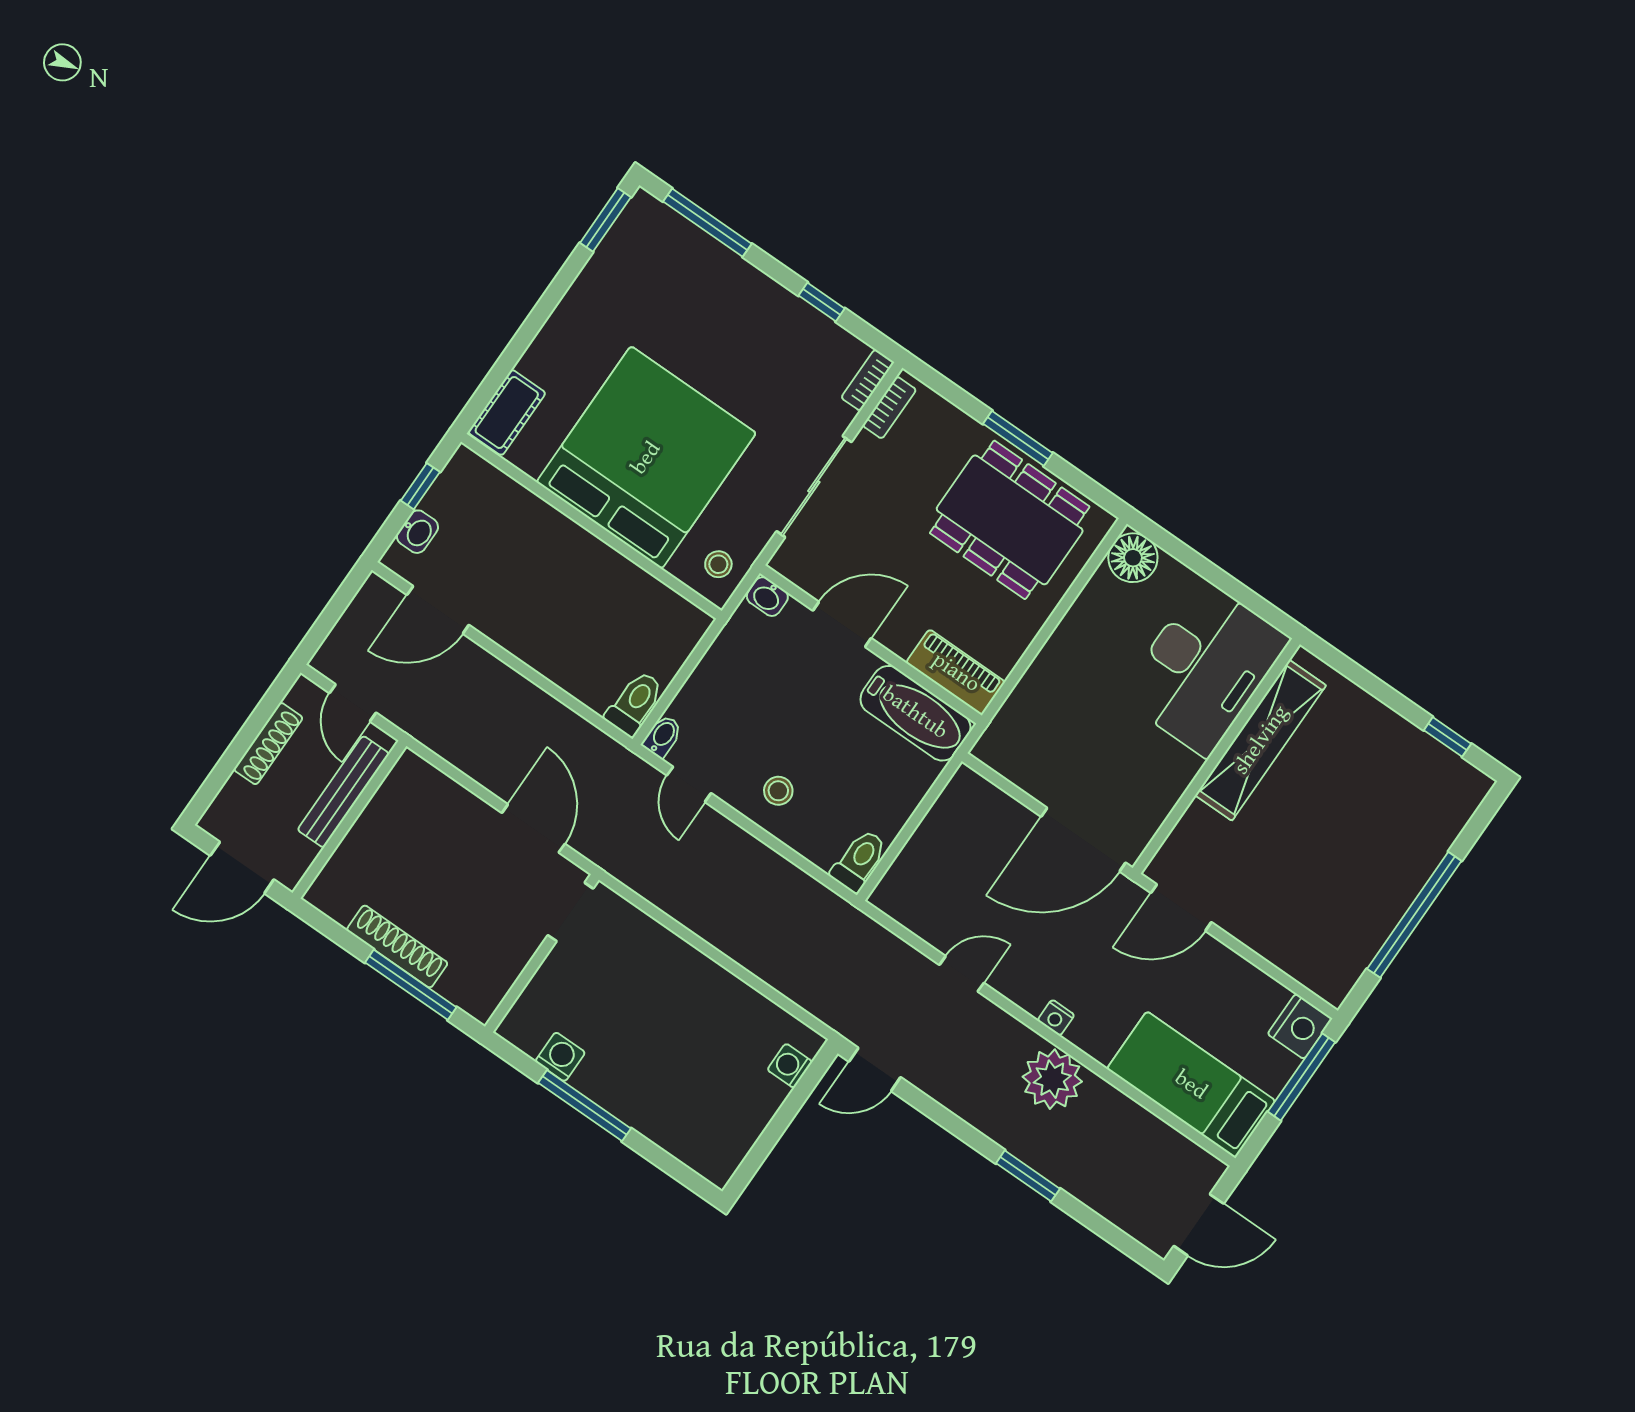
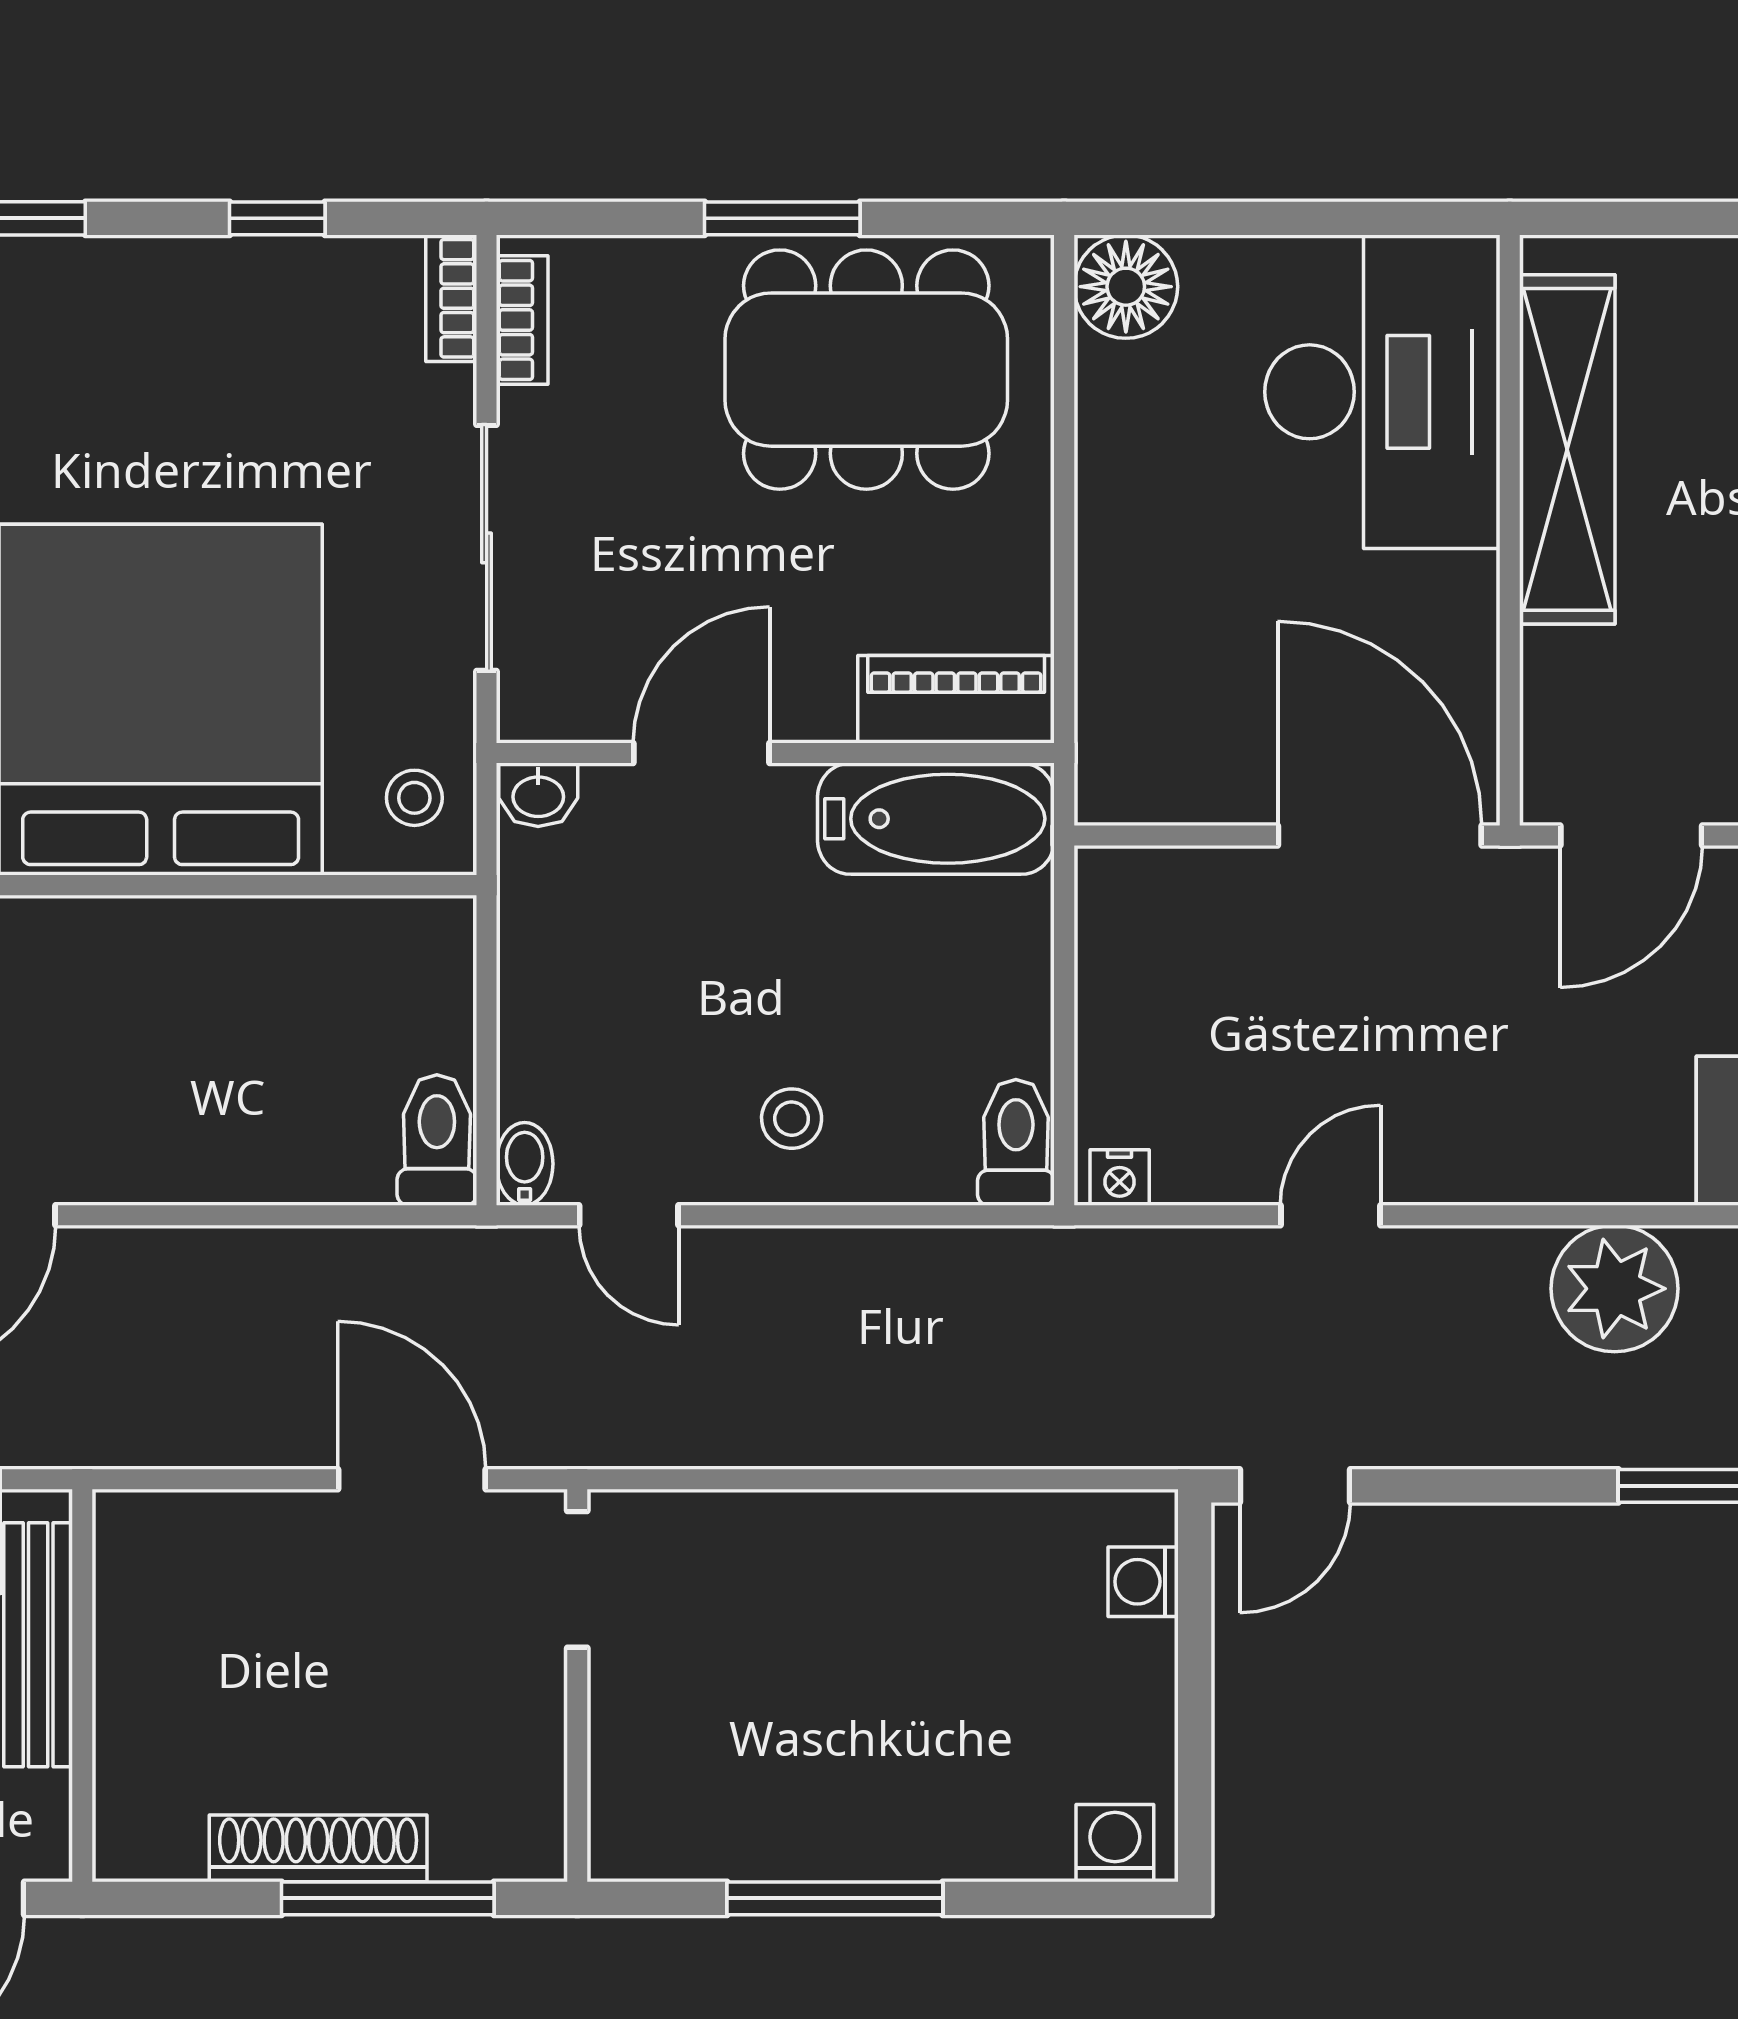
door: (1083, 840) -> (1380, 836), swing flipped
nightstand: (1056, 1018) -> (1120, 1177), moved
washing machine: (560, 1057) -> (1115, 1843), moved

